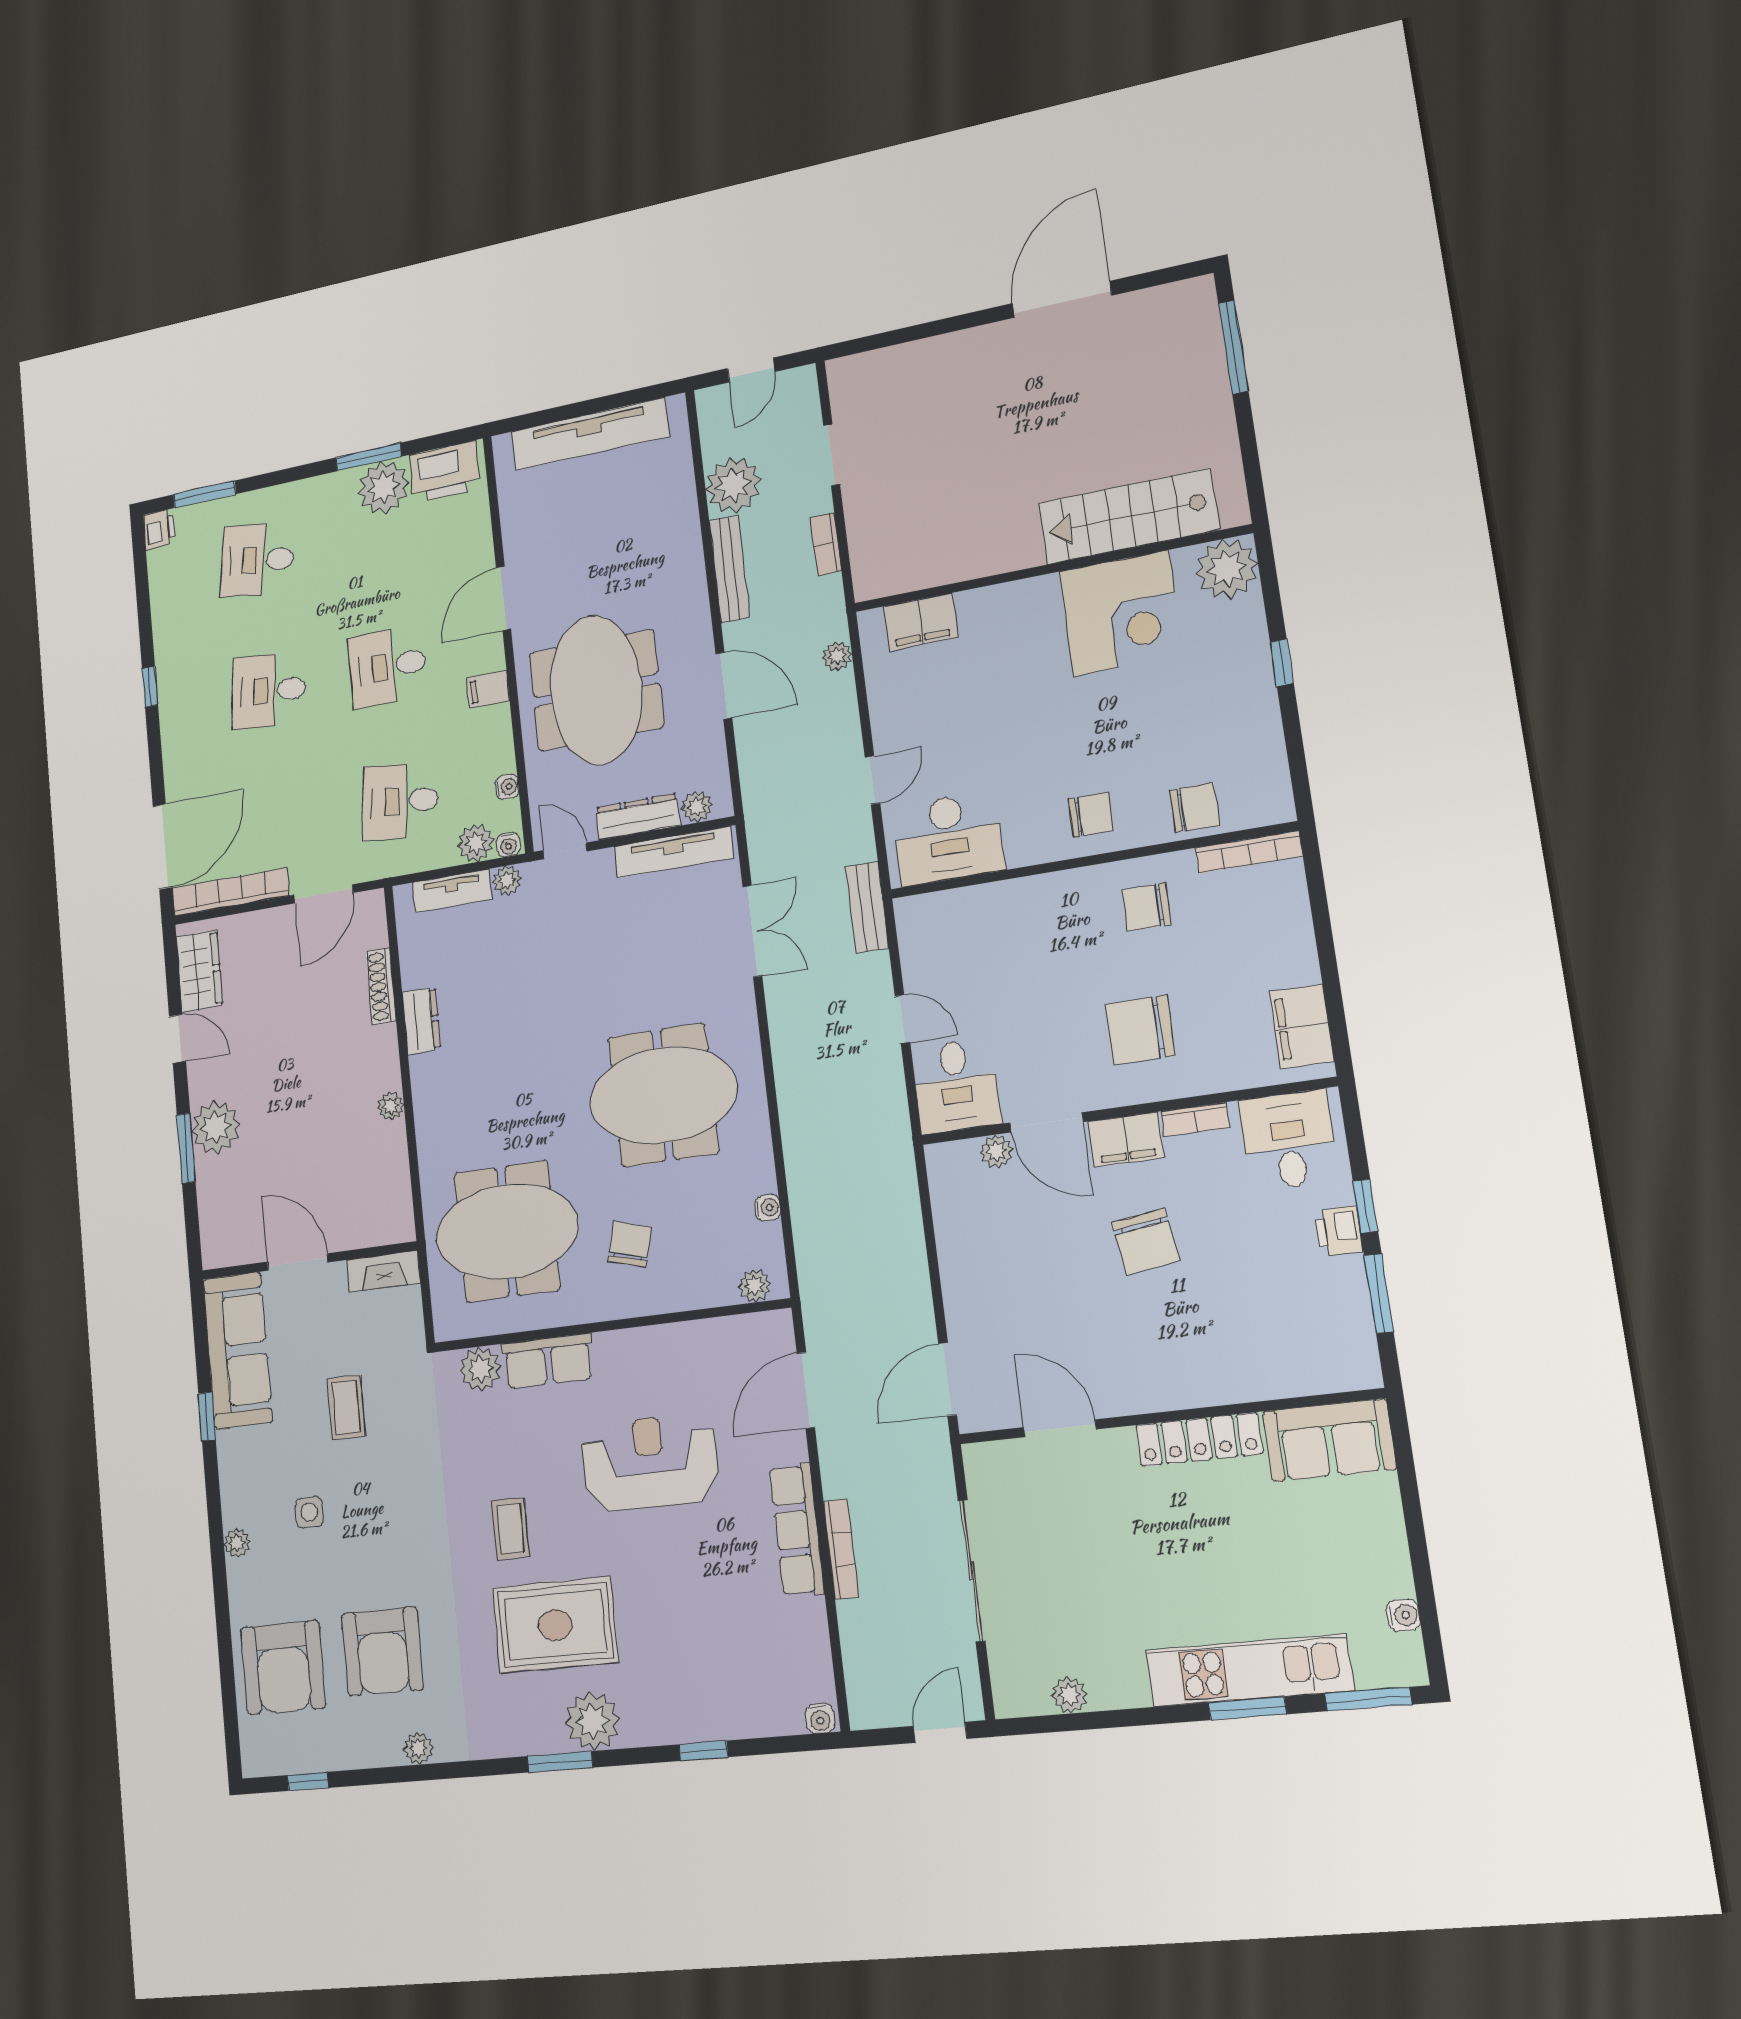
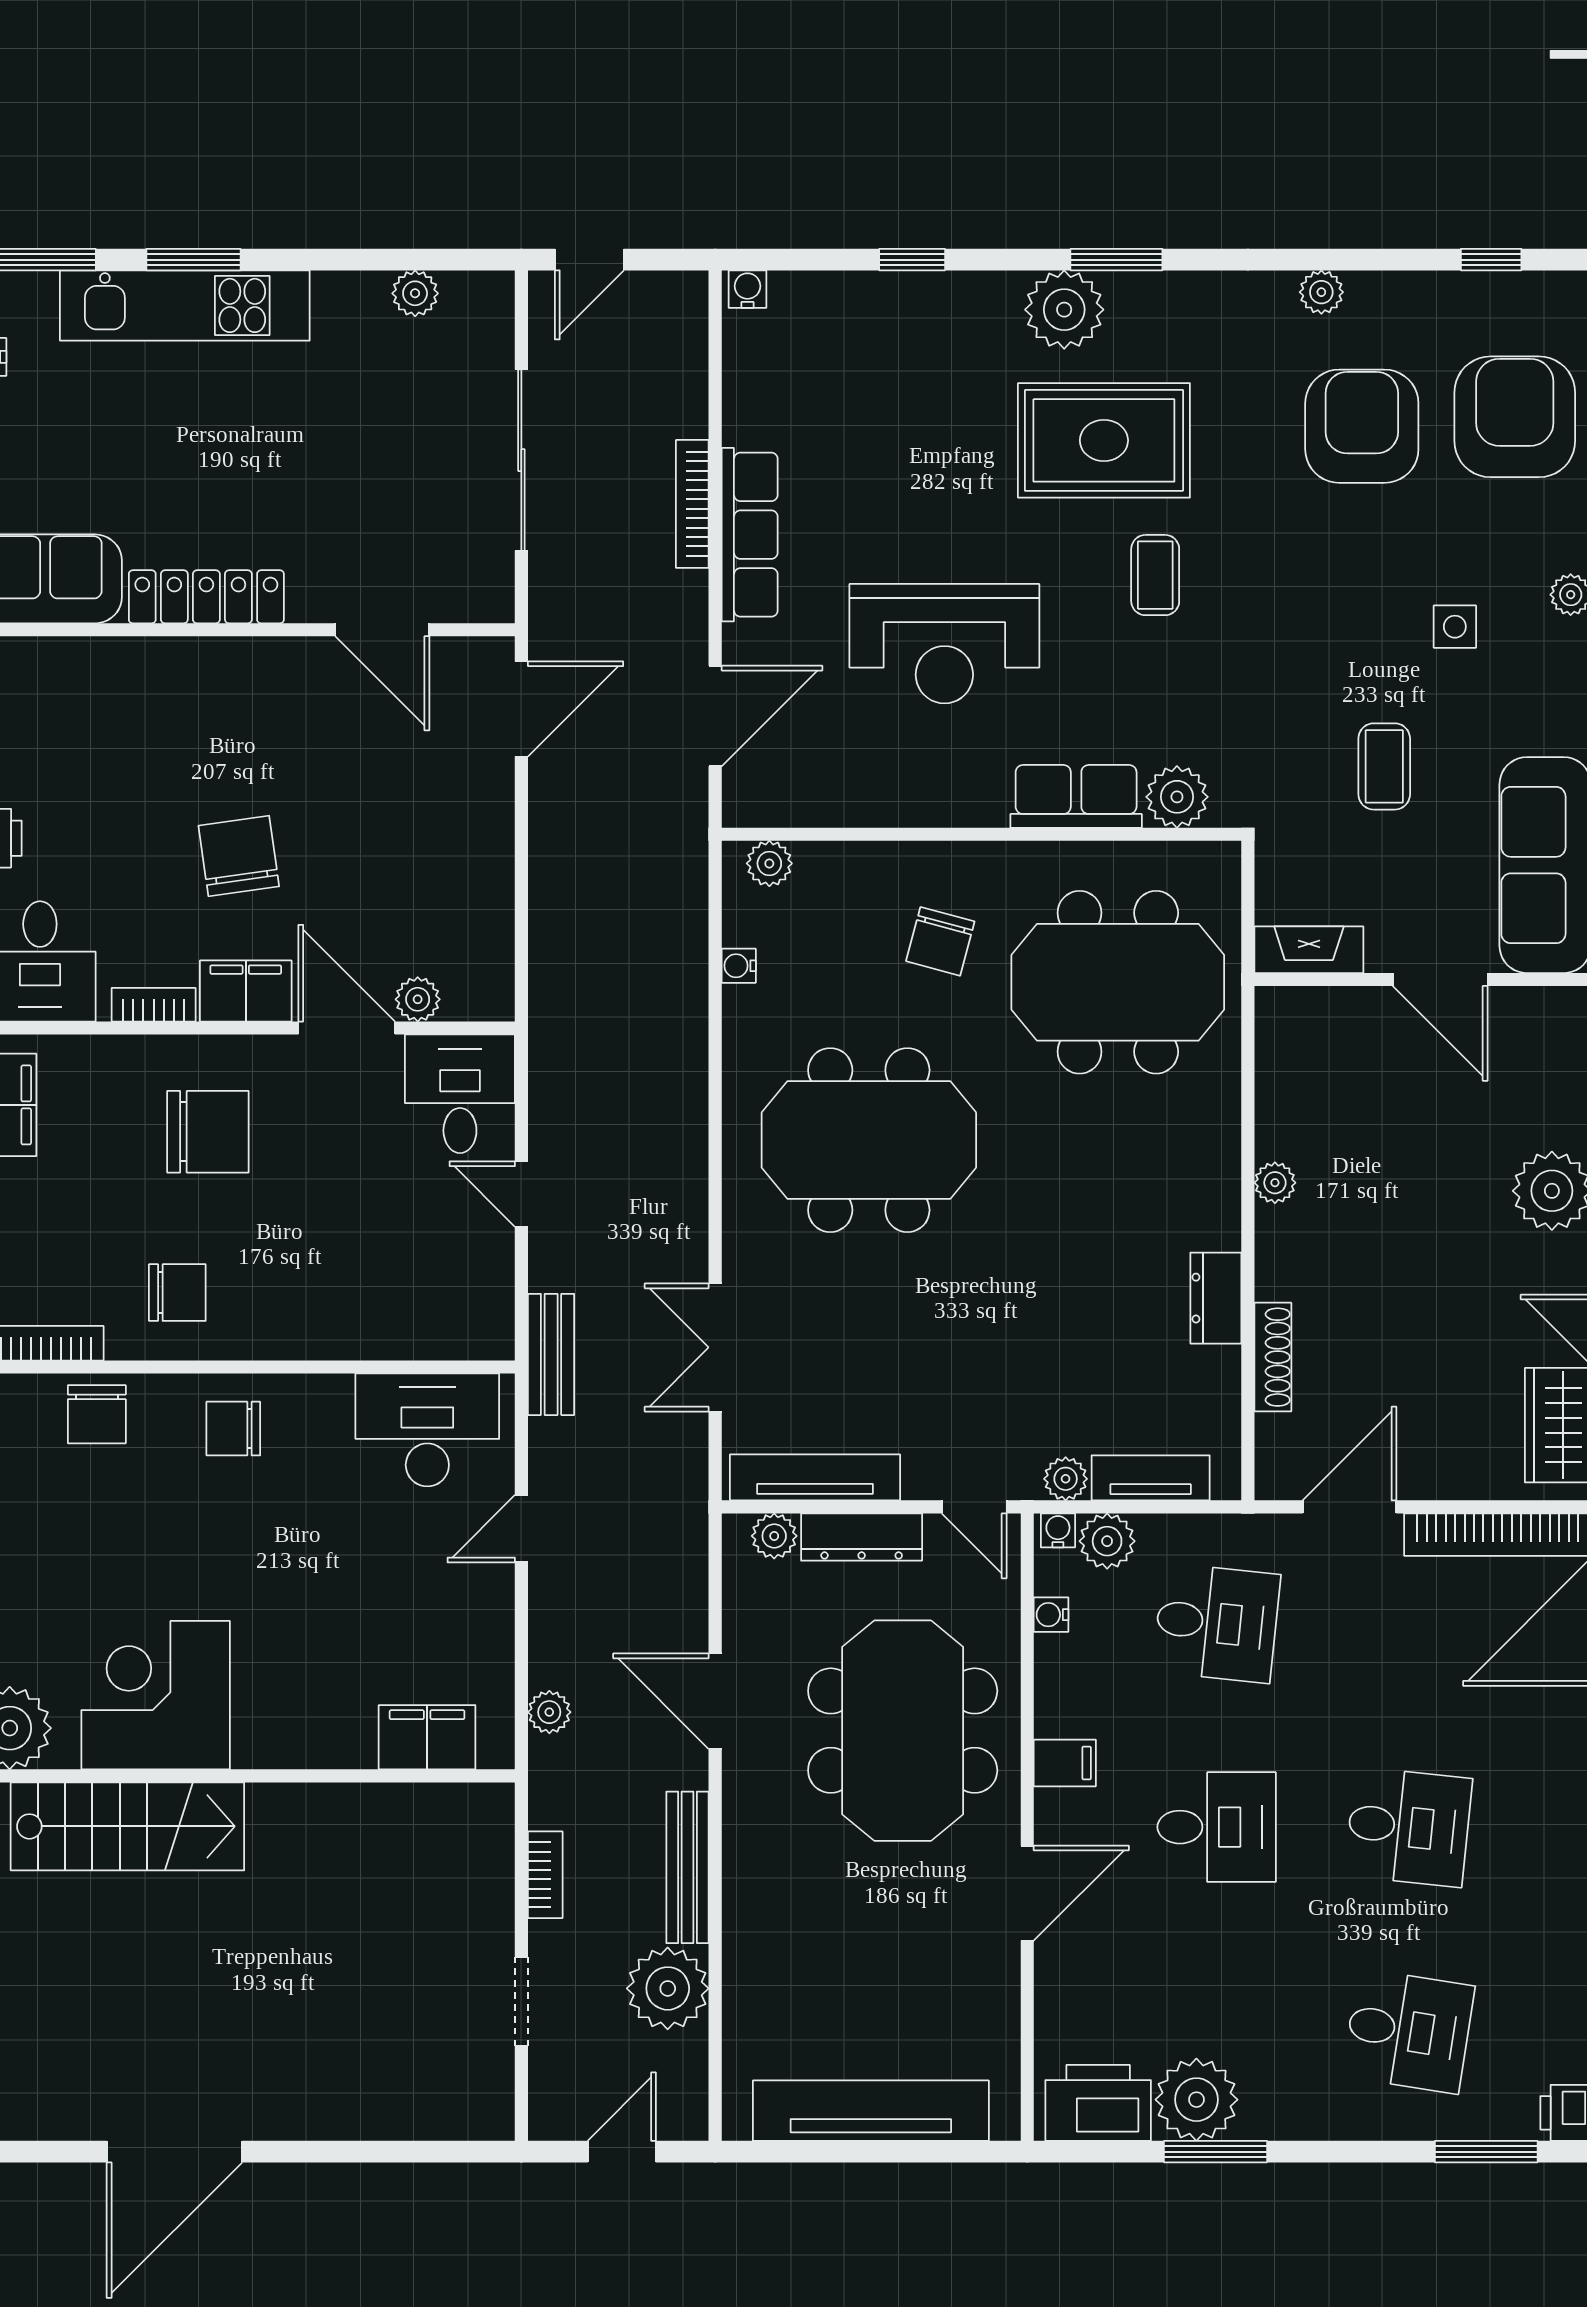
chair: (1194, 808) -> (97, 1414), turned -90

